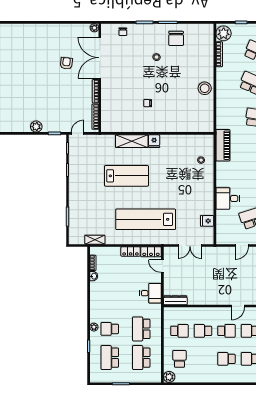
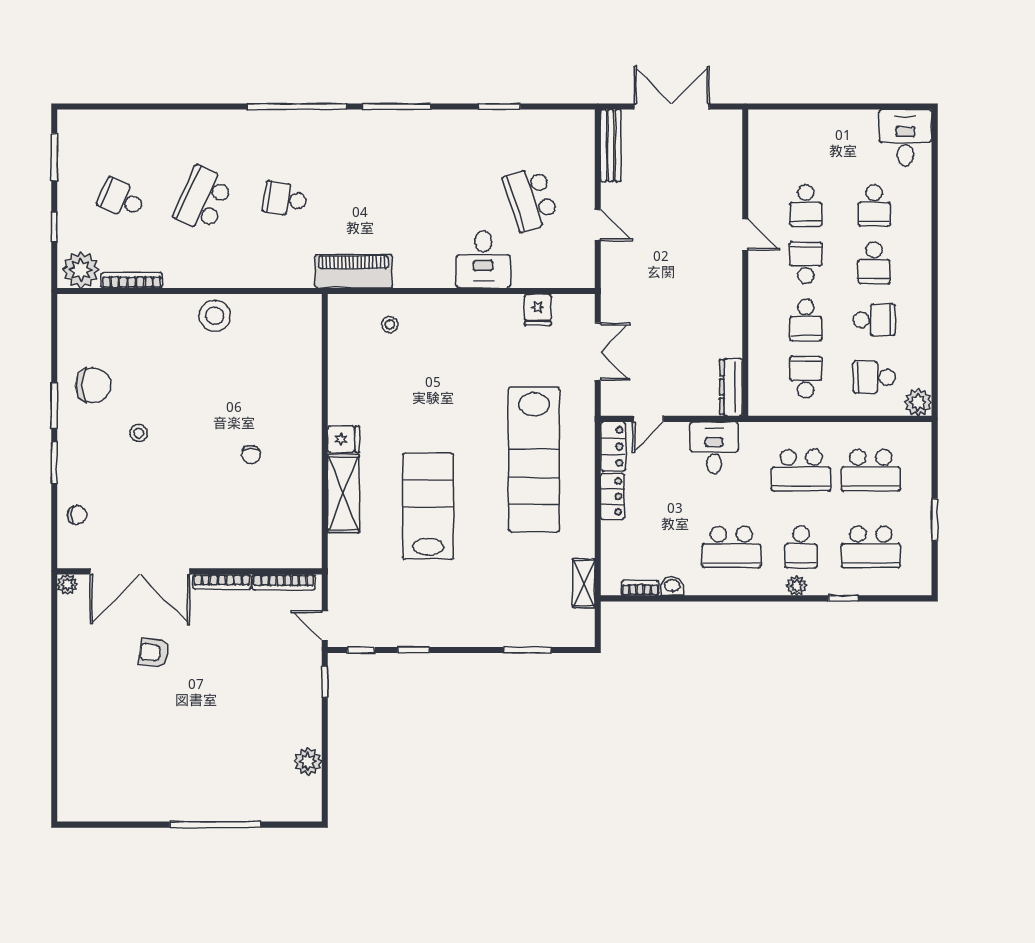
plant: (36, 127) -> (308, 762), moved
school desk: (110, 300) -> (731, 547), added
school desk: (203, 359) -> (874, 320), added

